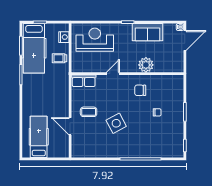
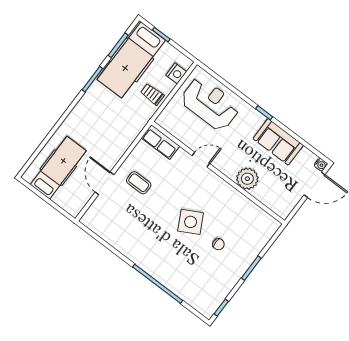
chair: (140, 90) -> (218, 203), removed
side table: (116, 123) -> (191, 222), moved

